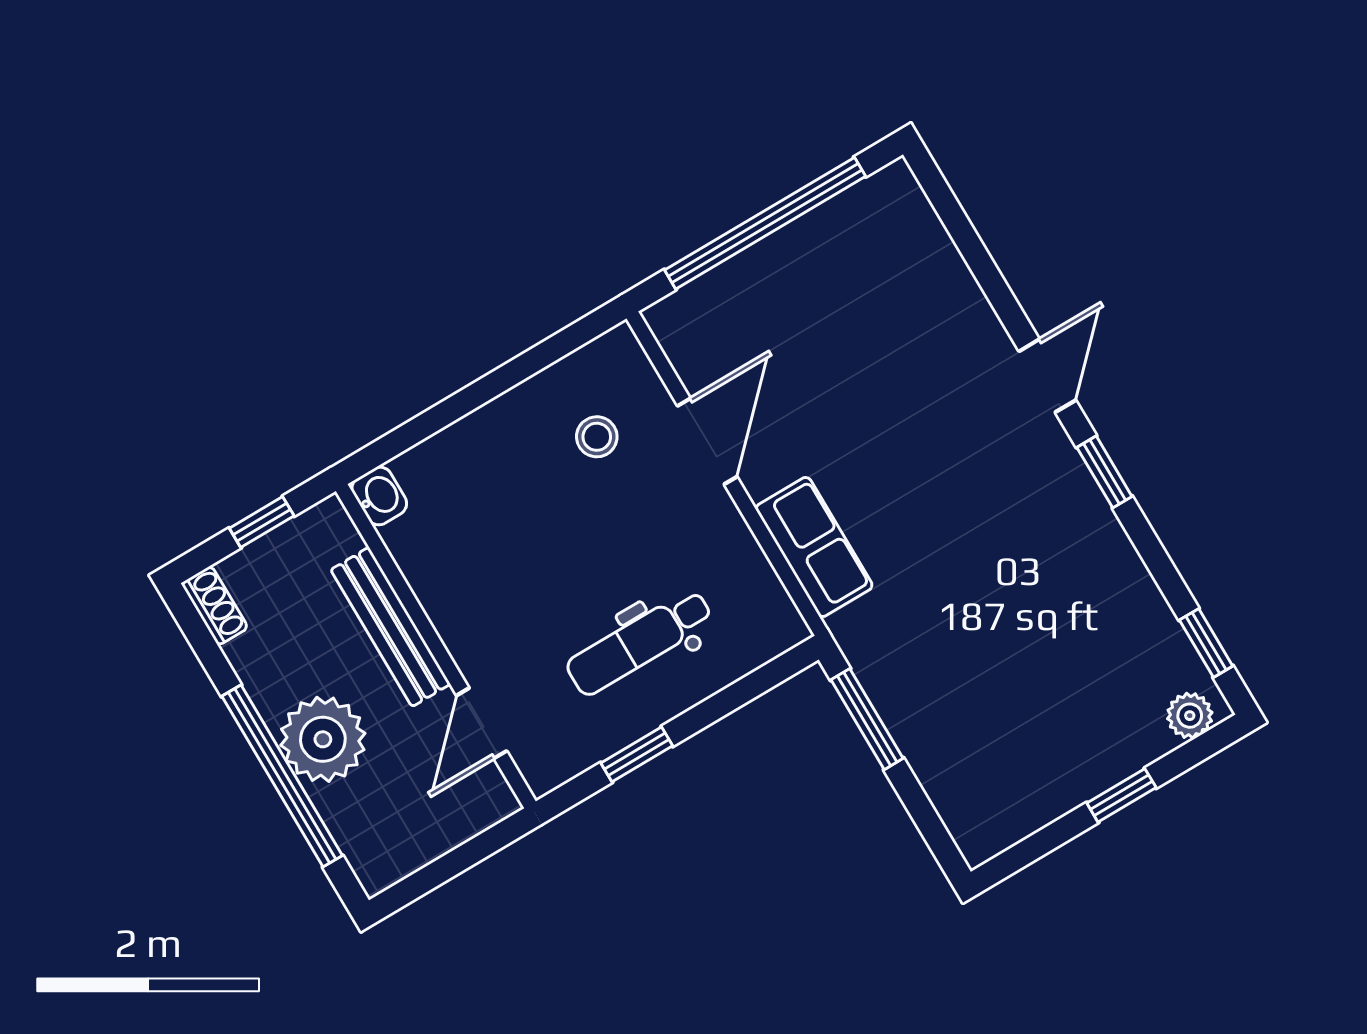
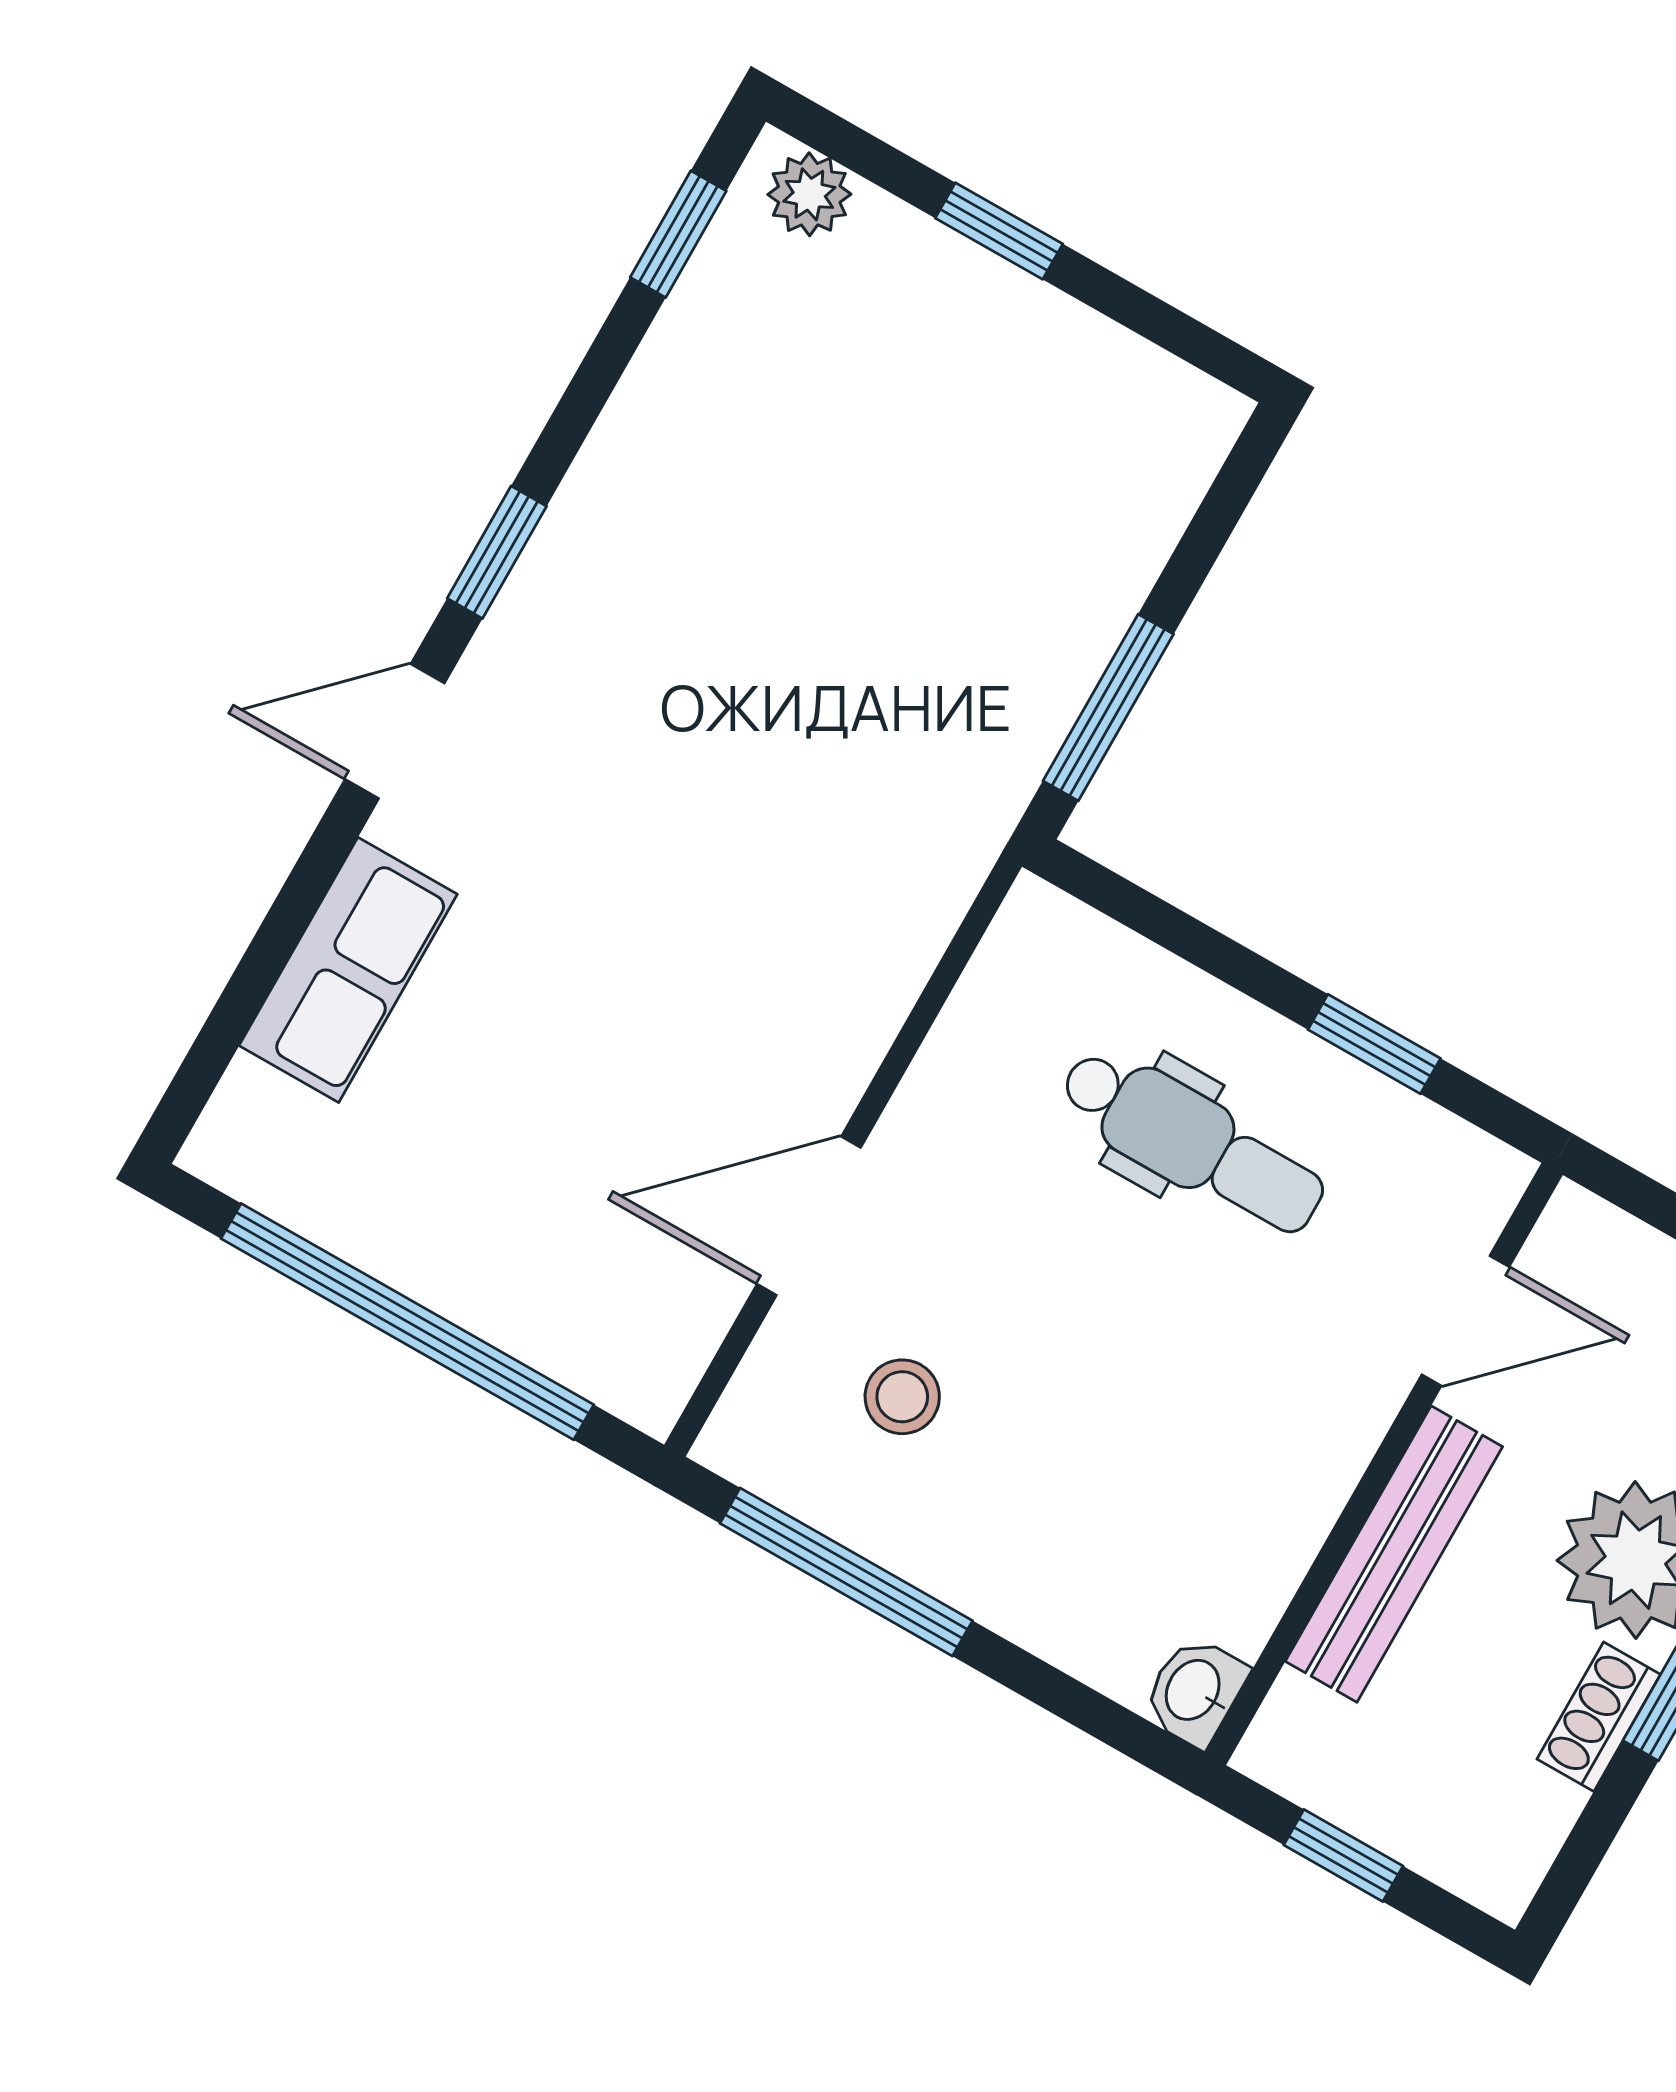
window: (529, 363) -> (846, 1572), added
row of seats: (814, 547) -> (348, 970), moved, turned 180
shoe rack: (215, 606) -> (1599, 1717), moved

